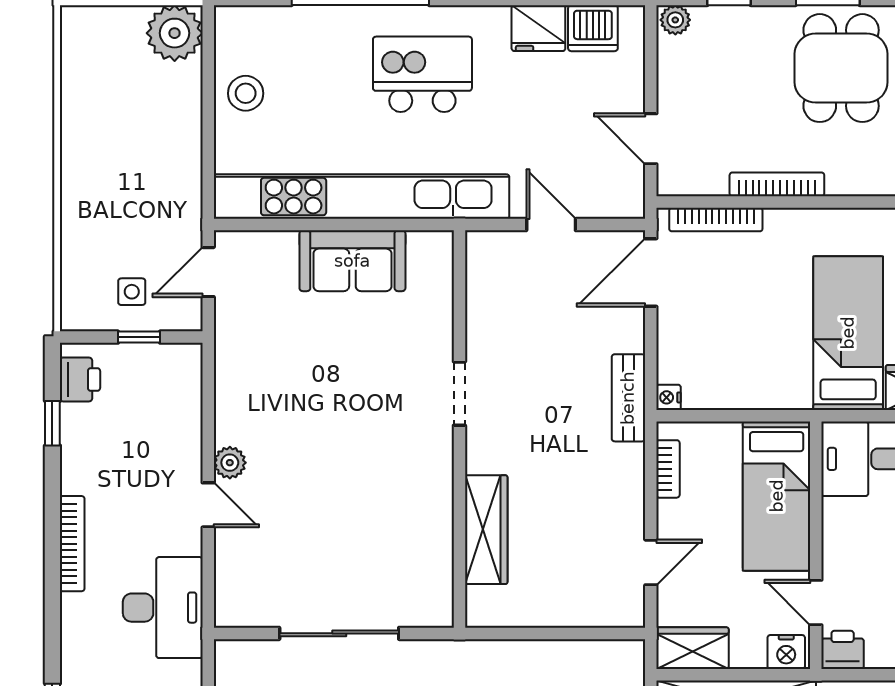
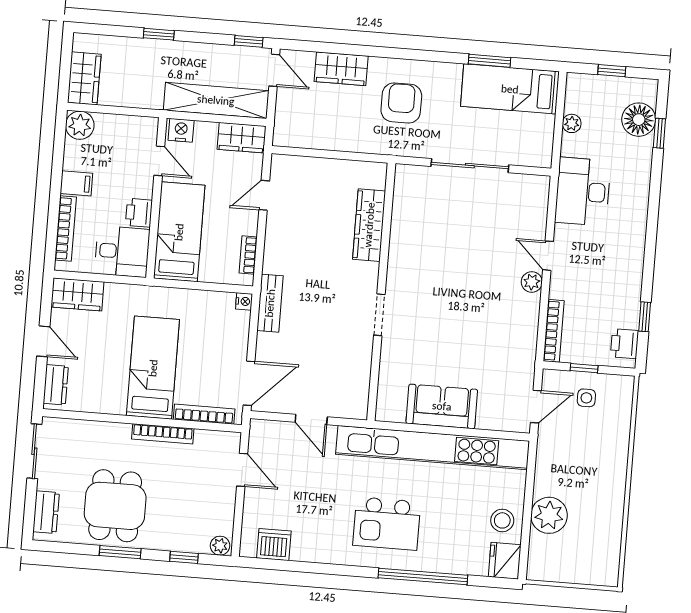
fridge: (538, 28) -> (505, 561), moved, turned -90
plant: (175, 33) -> (549, 515), moved
bed: (848, 333) -> (153, 368), moved, turned 180
bookcase: (72, 544) -> (554, 331), moved, turned 180
printer: (843, 650) -> (139, 213), moved, turned 90

